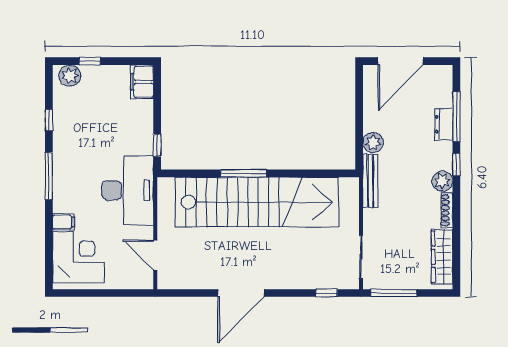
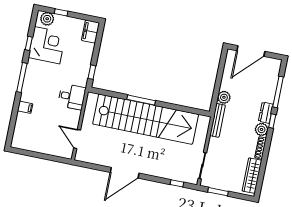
dresser: (444, 124) -> (266, 113), moved
desk: (128, 190) -> (72, 97), width x0.53, depth x0.77
corner desk: (78, 257) -> (47, 45), moved
window: (394, 293) -> (218, 192), width x0.69

